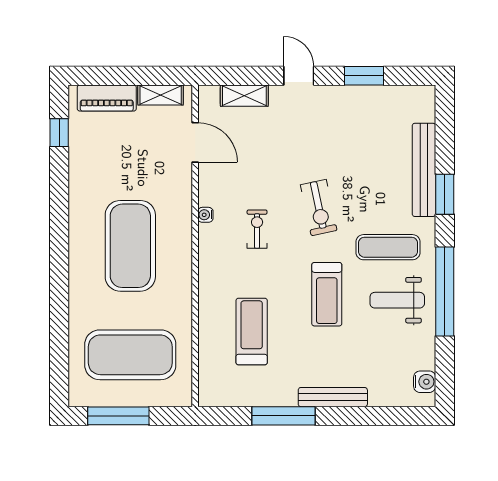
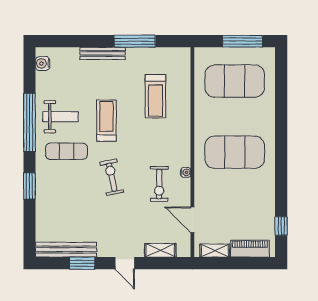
bench: (424, 170) -> (66, 250), moved, turned 90
exercise bike: (257, 229) -> (159, 184), moved, width x1.38, depth x1.39
exercise mat: (130, 246) -> (235, 152), turned 90

